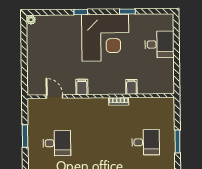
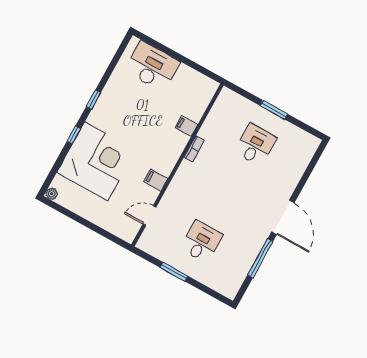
window: (127, 12) -> (93, 100), moved
corner desk: (105, 38) -> (96, 161), moved
desk: (159, 44) -> (152, 66), width x1.37

